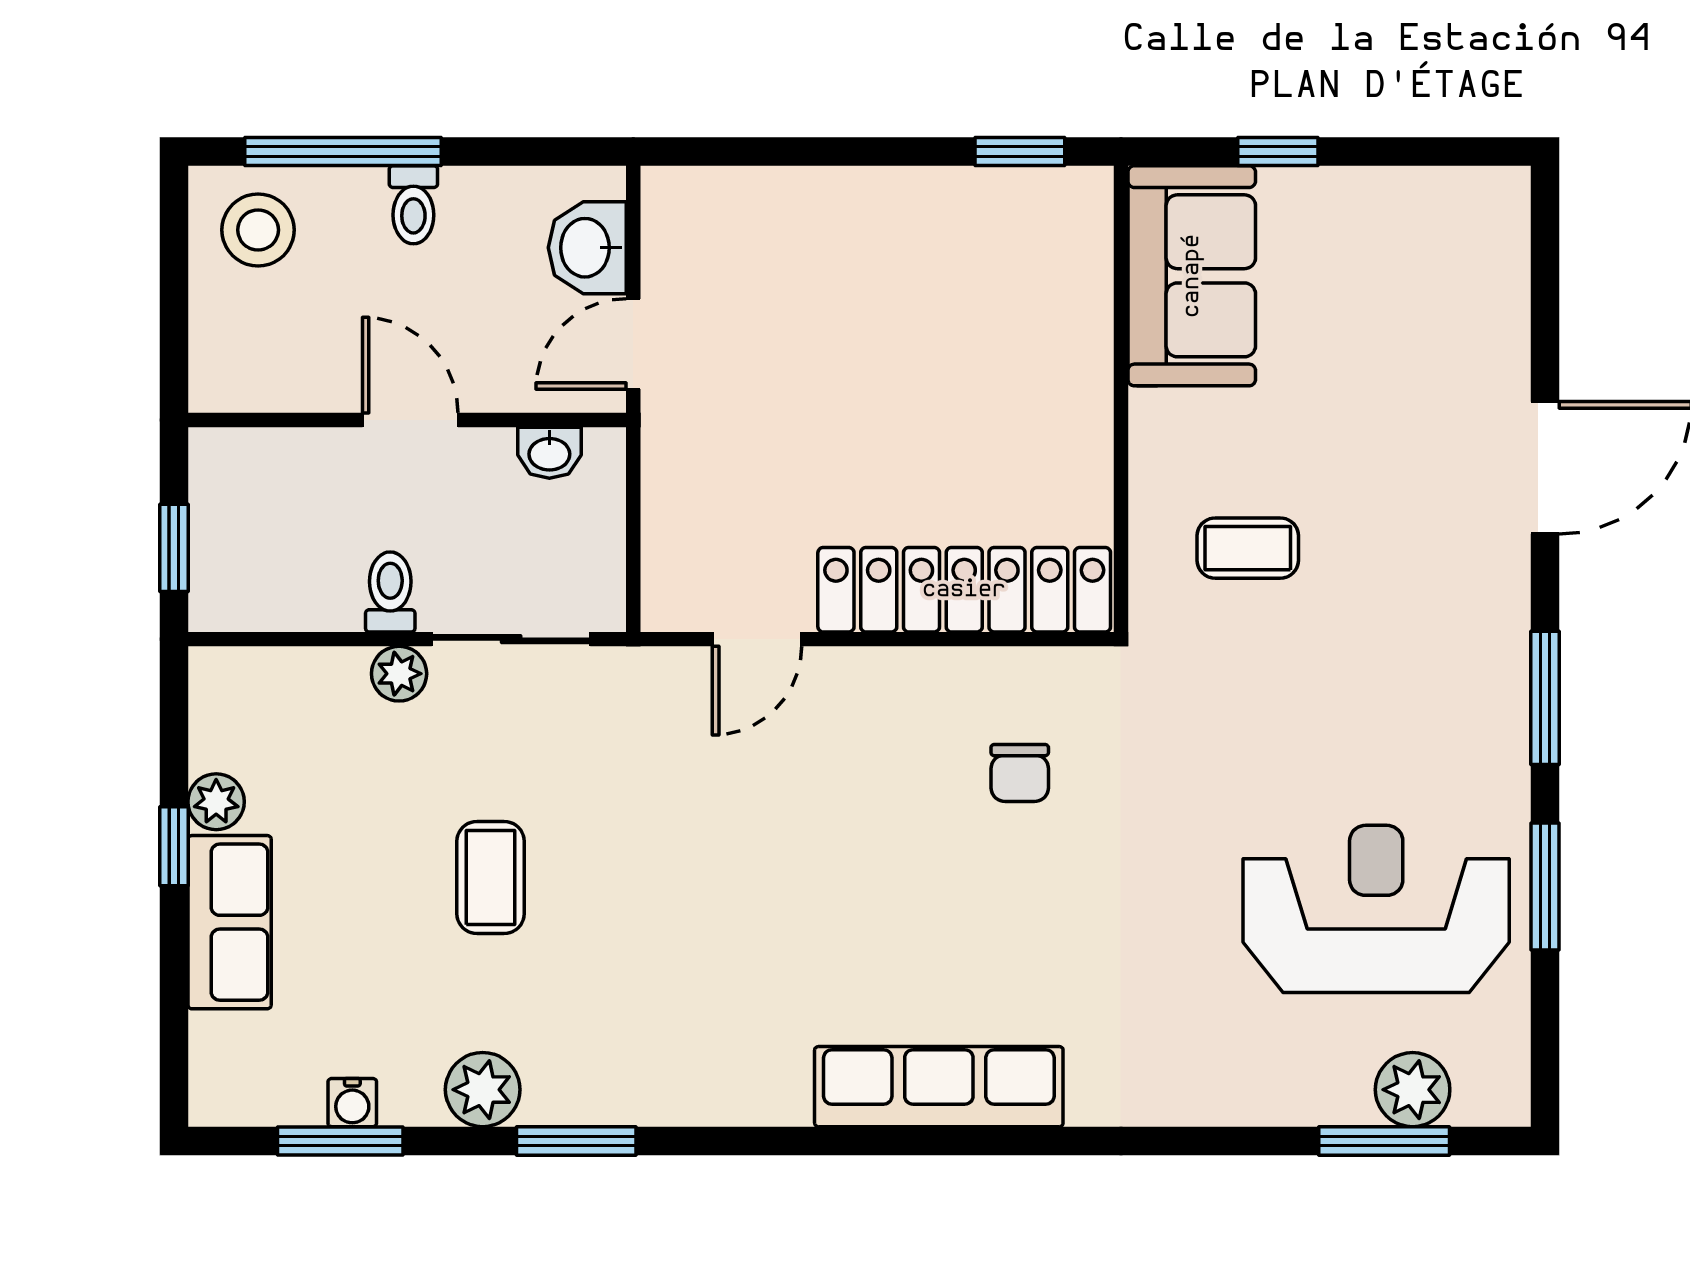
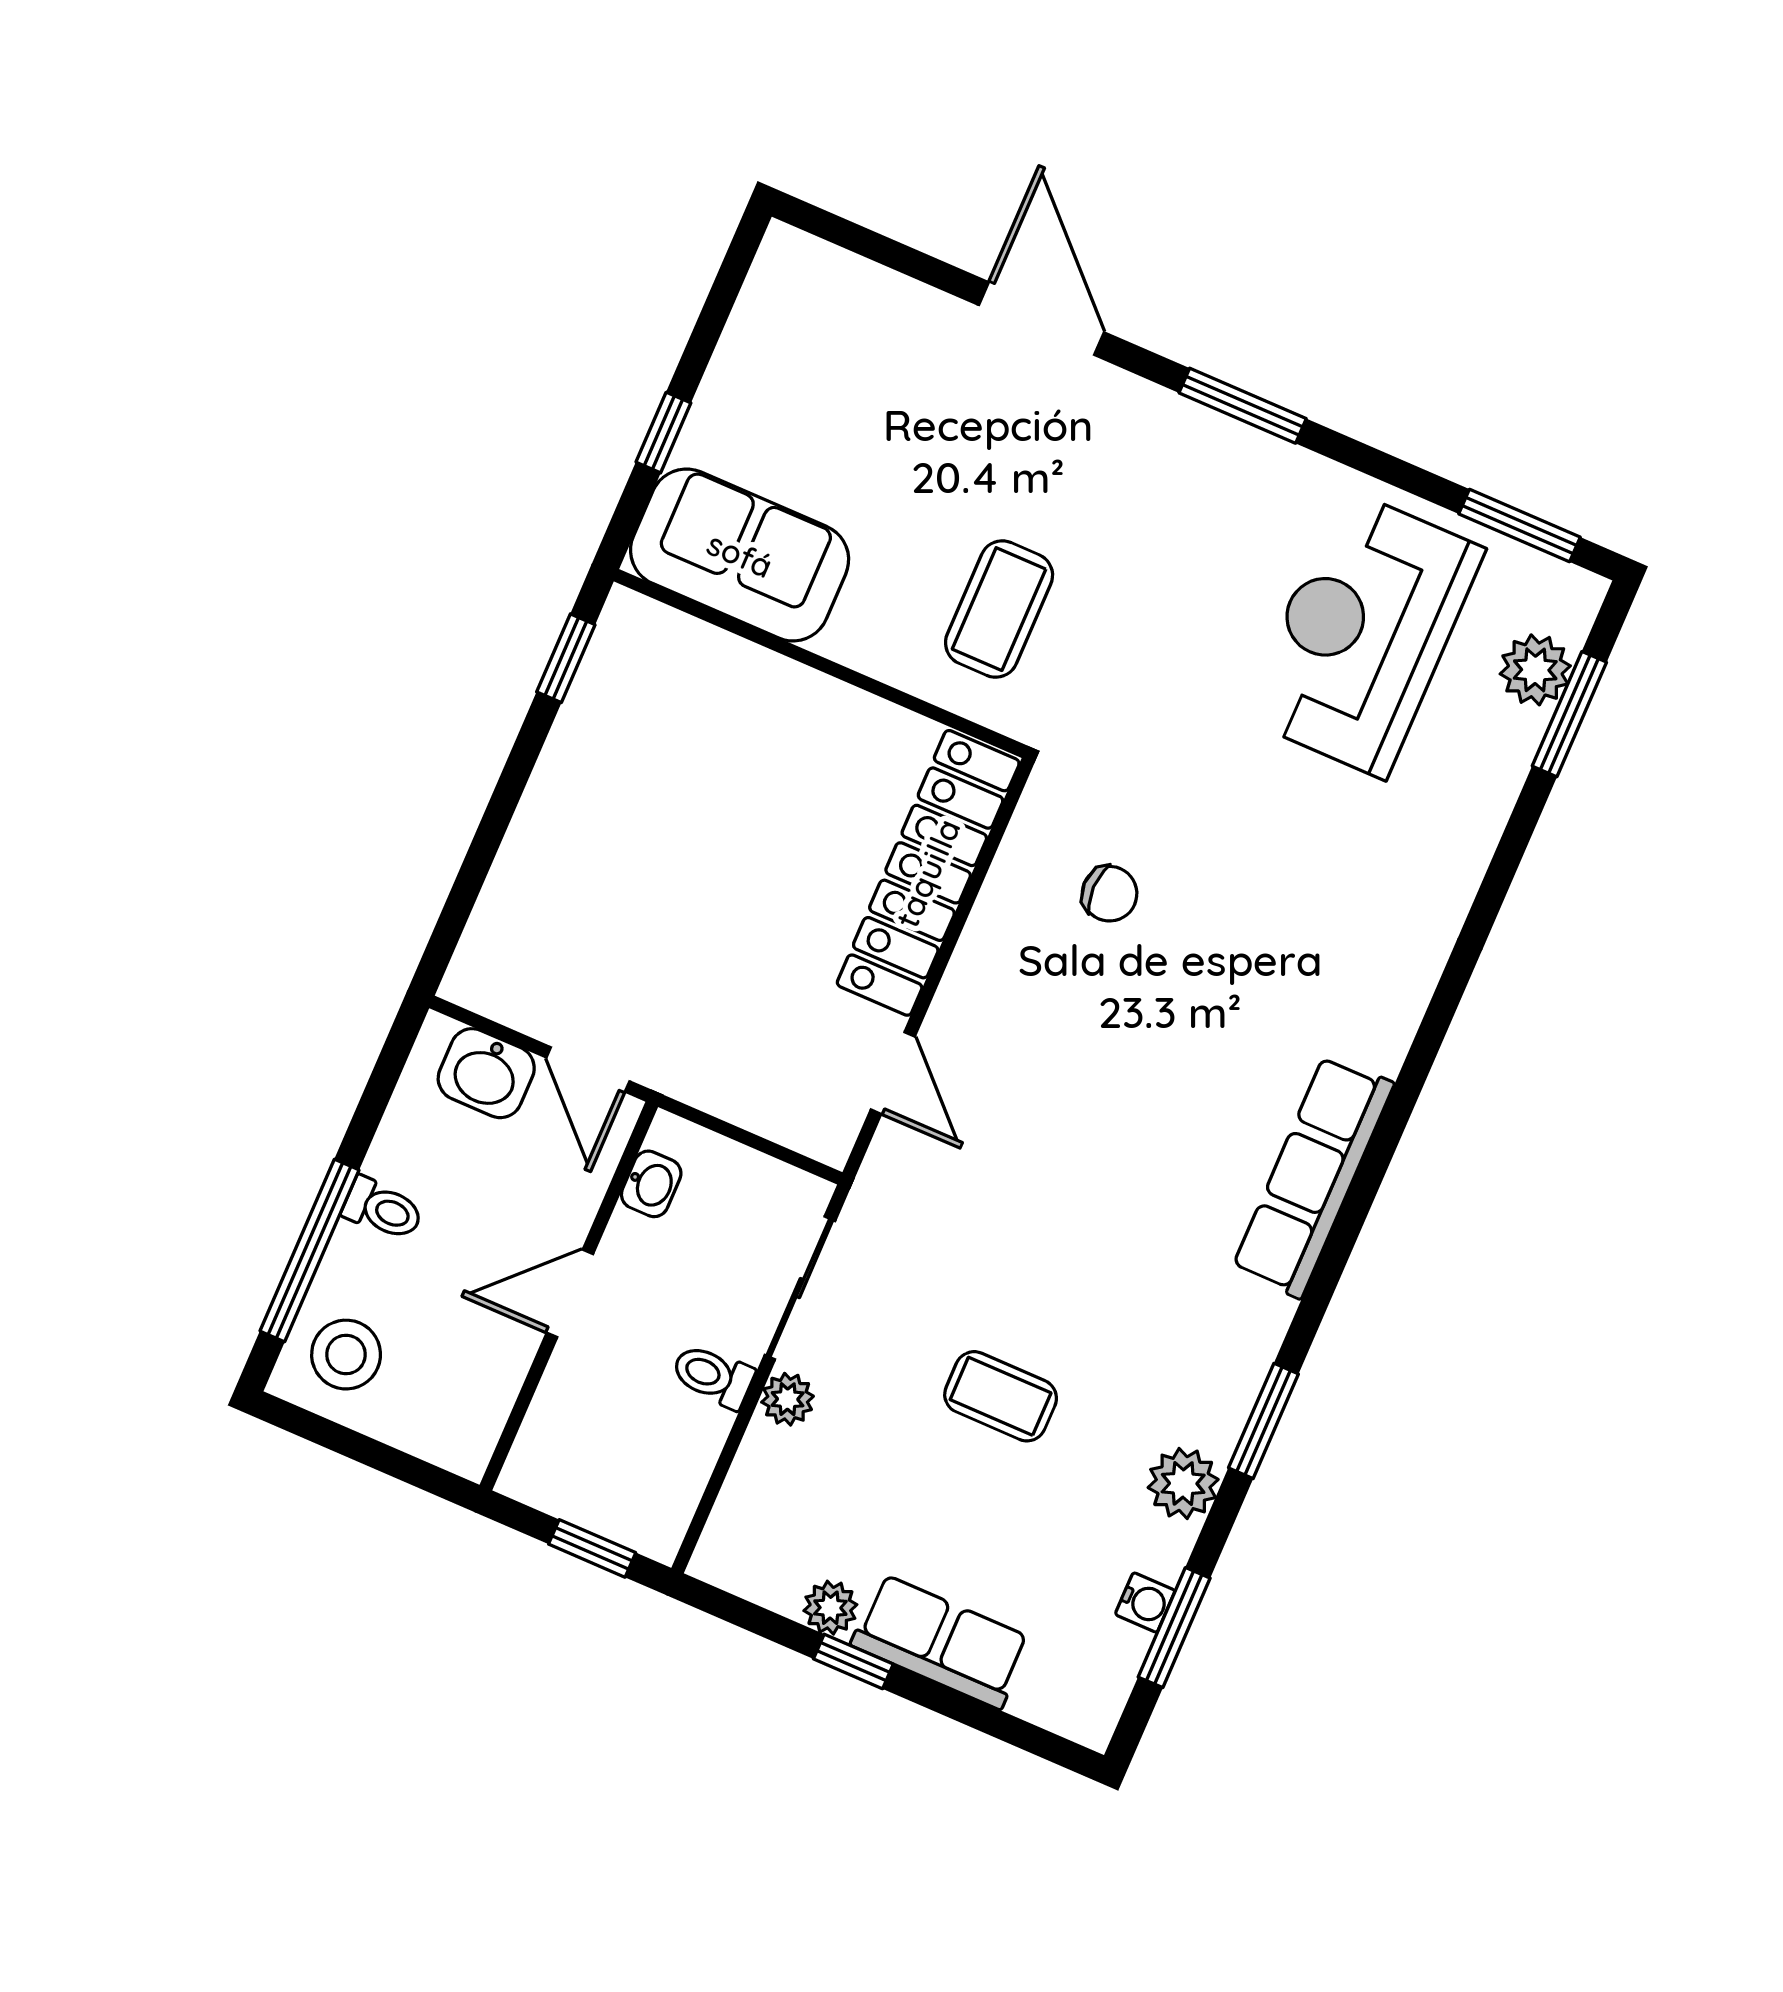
coffee table: (1248, 548) -> (999, 609), width x1.36, depth x1.30
window: (1545, 886) -> (1519, 525), moved
row of seats: (939, 1087) -> (1313, 1176), moved

